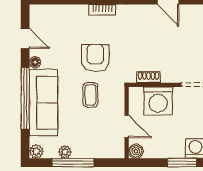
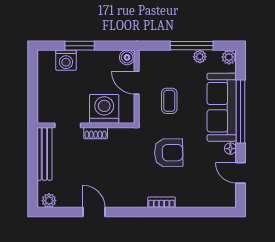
armchair: (95, 58) -> (169, 153), turned -91
shoe rack: (149, 77) -> (96, 133), moved
coffee table: (90, 95) -> (169, 101), moved

